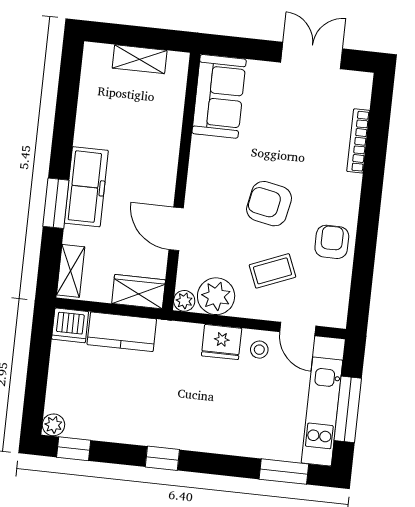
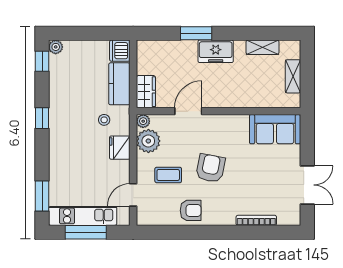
freezer: (86, 187) -> (216, 51), width x0.71
shelving: (71, 271) -> (262, 47), moved
coffee table: (272, 271) -> (168, 175), turned -68
stool: (259, 350) -> (104, 120), moved

